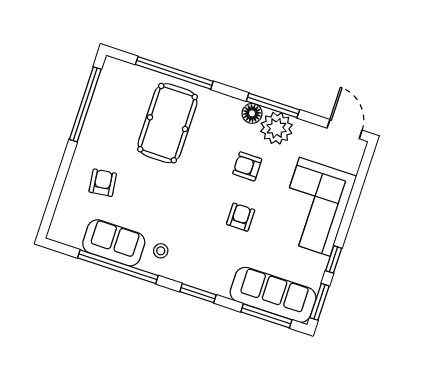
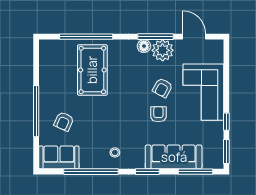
window: (85, 104) -> (36, 111), moved
door: (345, 129) -> (194, 37), moved
armchair: (247, 166) -> (162, 88), moved, turned -62
armchair: (103, 183) -> (64, 121), turned -149
sofa: (114, 243) -> (59, 157), moved
sofa: (273, 295) -> (174, 157), moved

